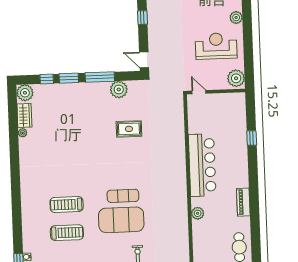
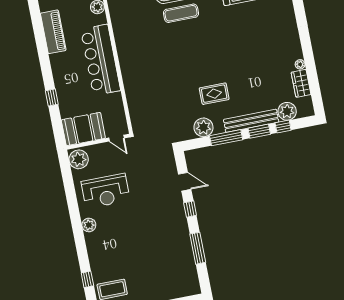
door: (144, 60) -> (185, 182), moved
bench: (75, 89) -> (251, 121), added
plant: (25, 93) -> (287, 111), moved
booth: (228, 105) -> (83, 129), added
rug: (129, 129) -> (214, 94), moved
piano: (243, 202) -> (53, 32), width x1.37, depth x1.33

